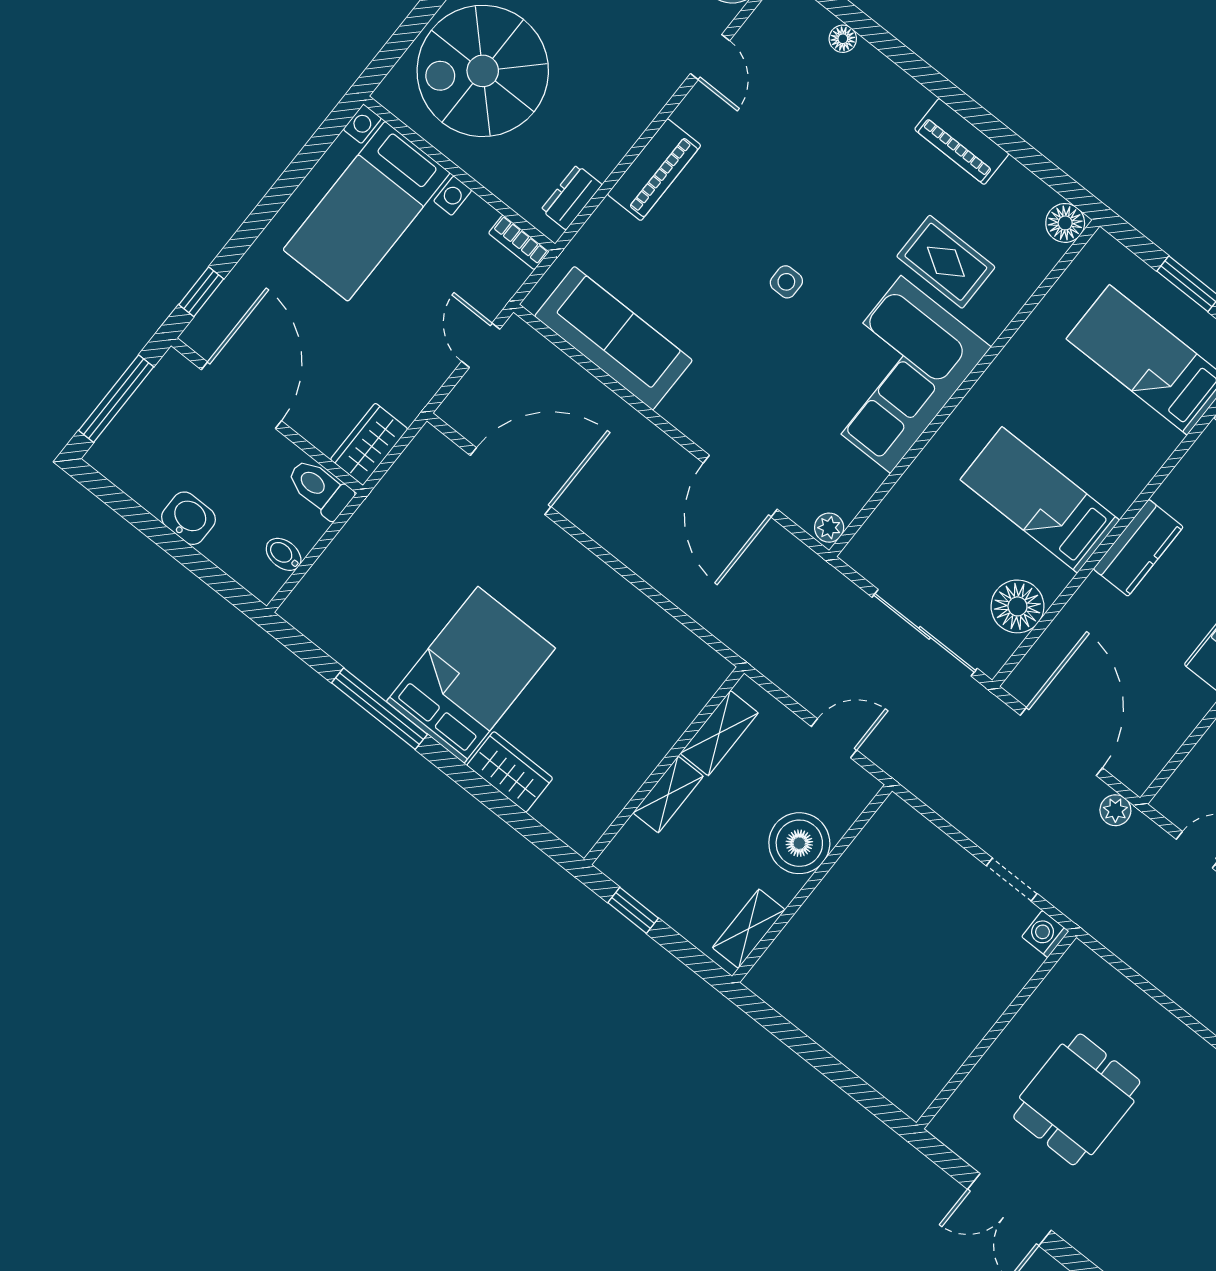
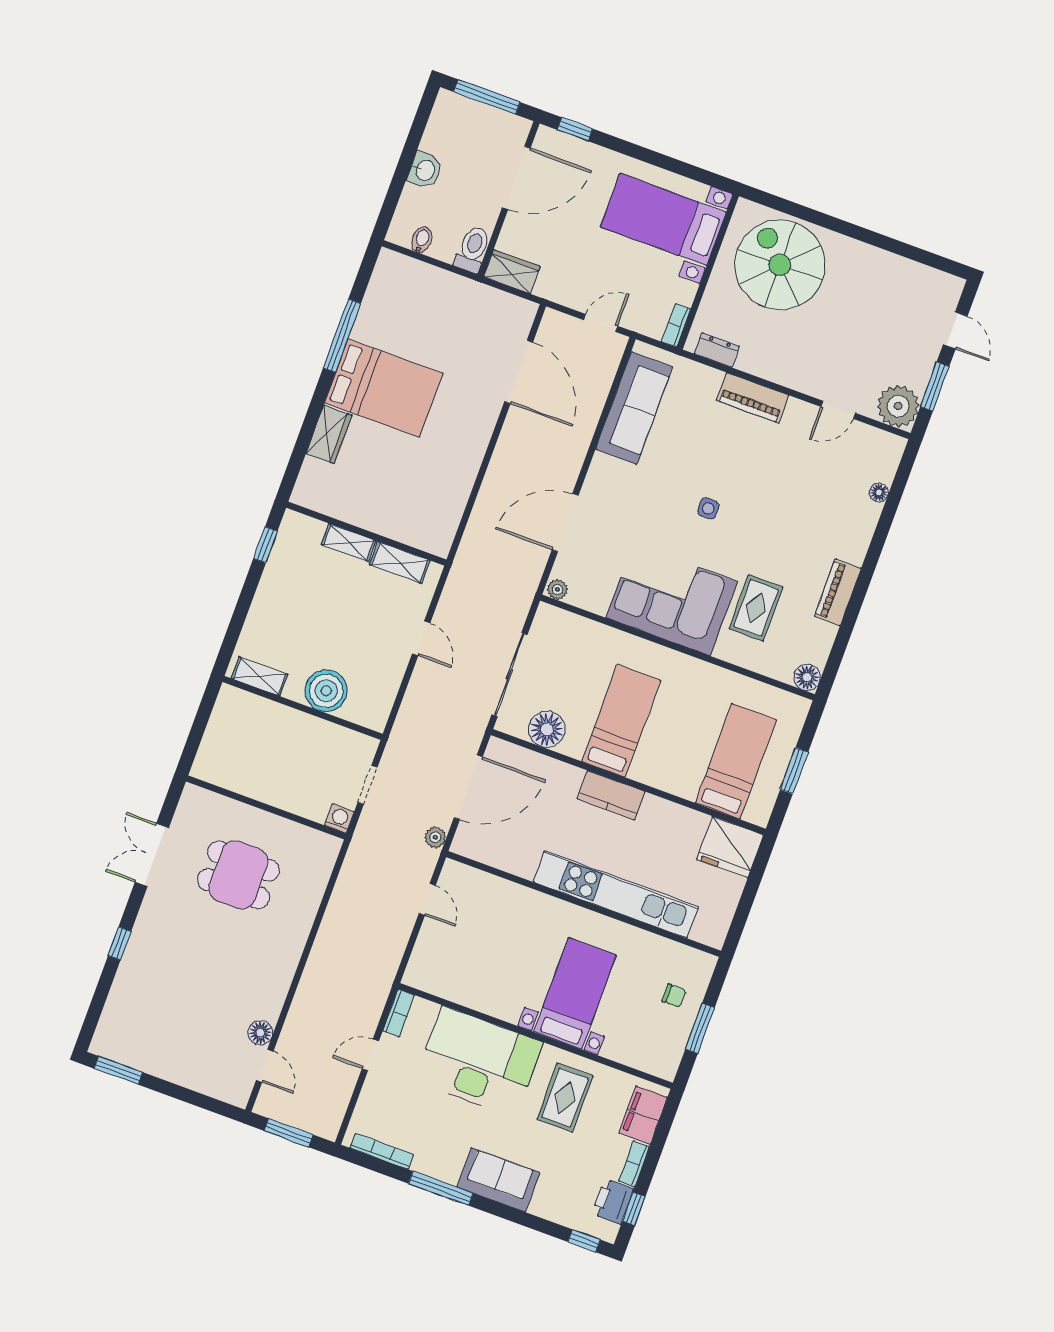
boiler: (799, 843) -> (326, 691), moved
wall: (812, 884) -> (303, 708), moved
shelving: (749, 929) -> (259, 676), moved

